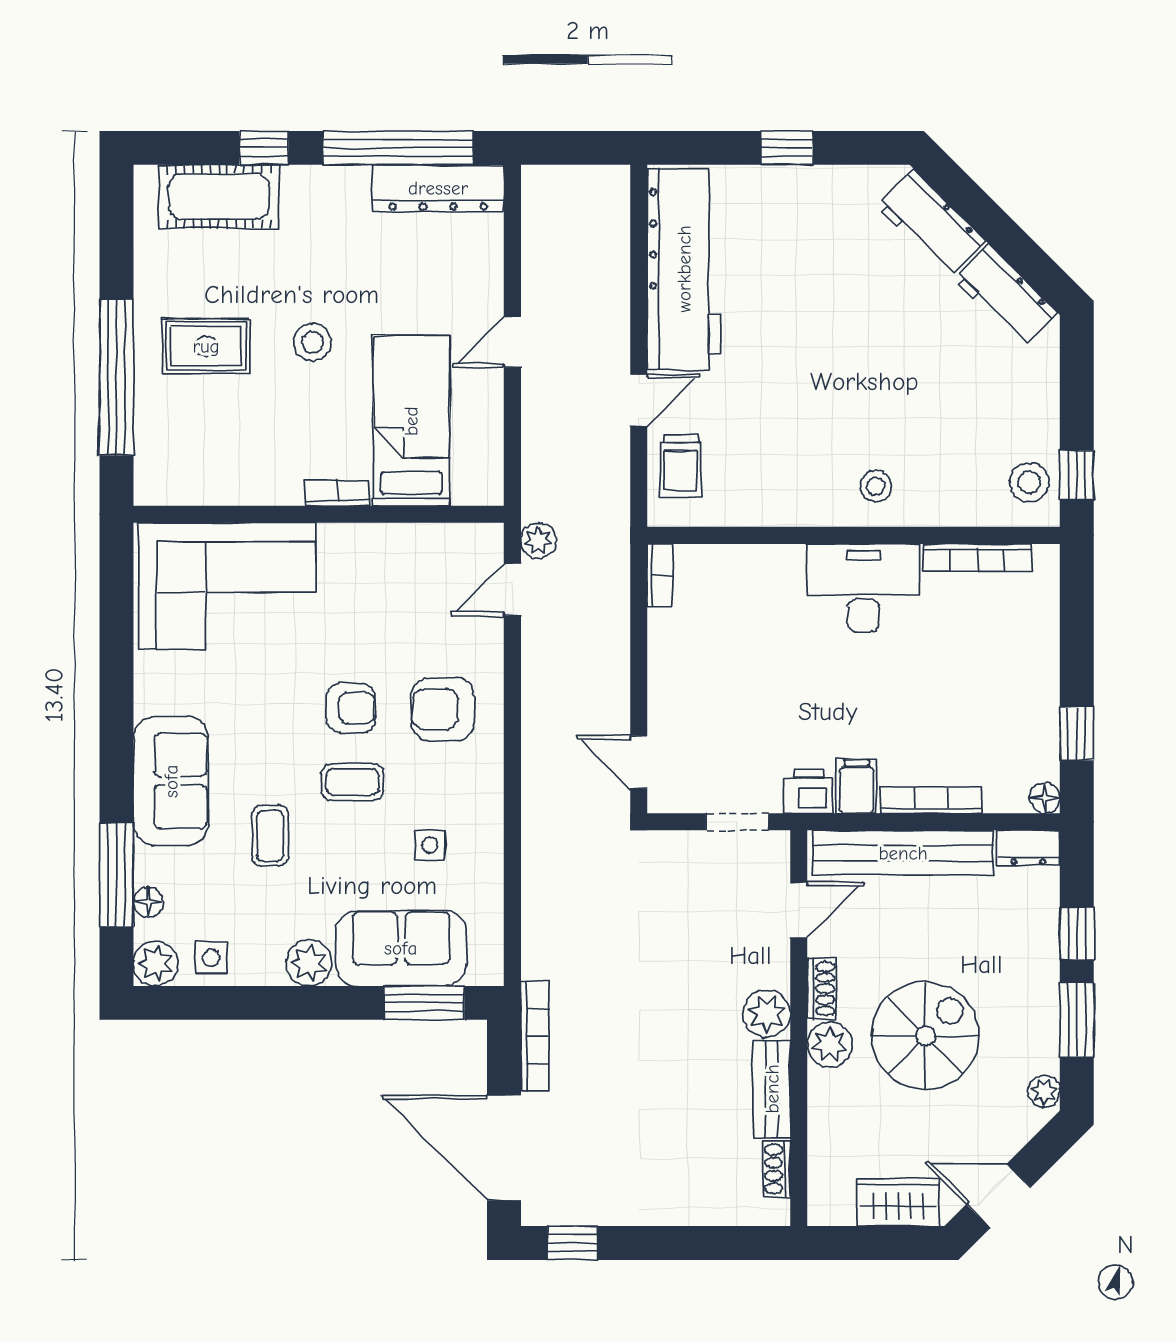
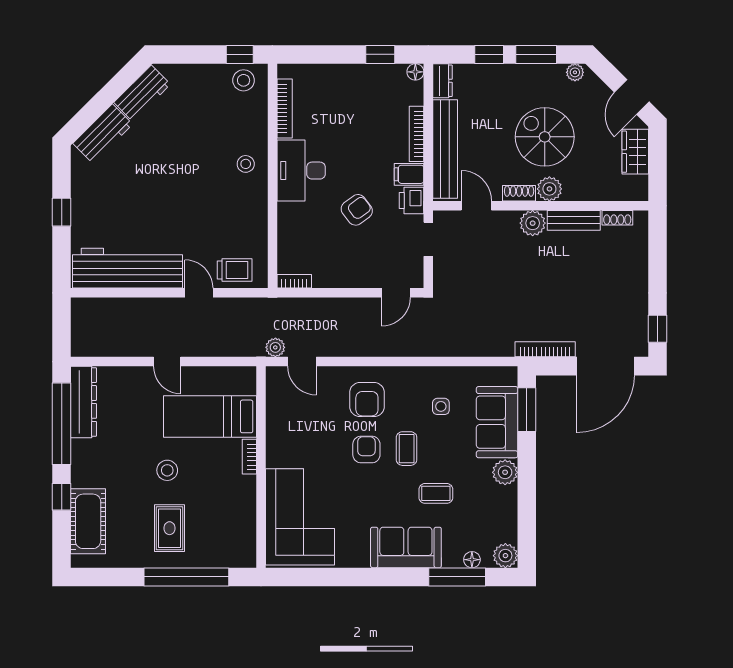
armchair: (791, 690) -> (357, 210), added
side table: (211, 958) -> (502, 525), removed

